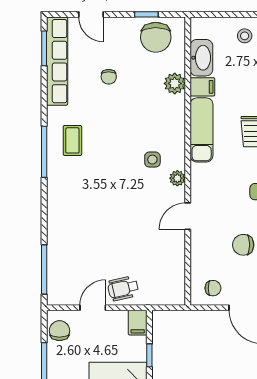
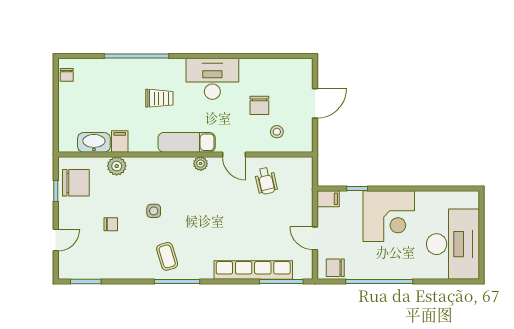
stool: (245, 36) -> (277, 132), moved
row of seats: (57, 61) -> (253, 270), moved
exam couch: (202, 130) -> (187, 142), moved
coffee table: (72, 140) -> (167, 256), turned 73
side table: (152, 160) -> (154, 211), moved
wheelchair: (123, 288) -> (266, 181), moved
chair: (213, 288) -> (298, 132), removed

